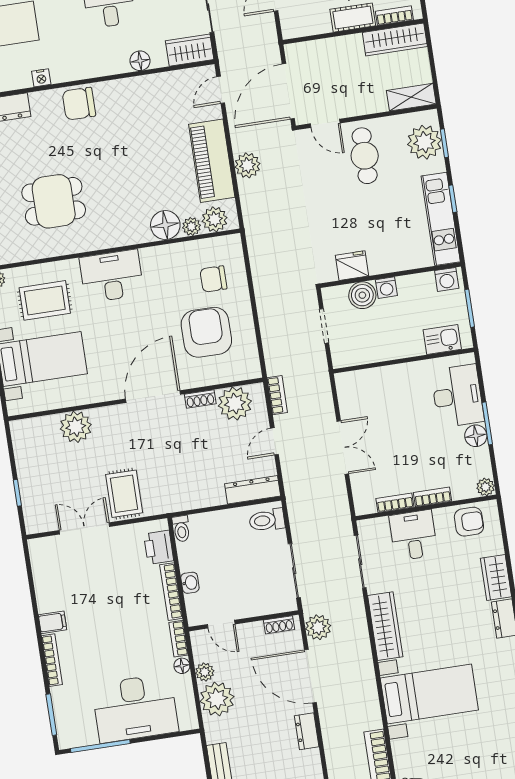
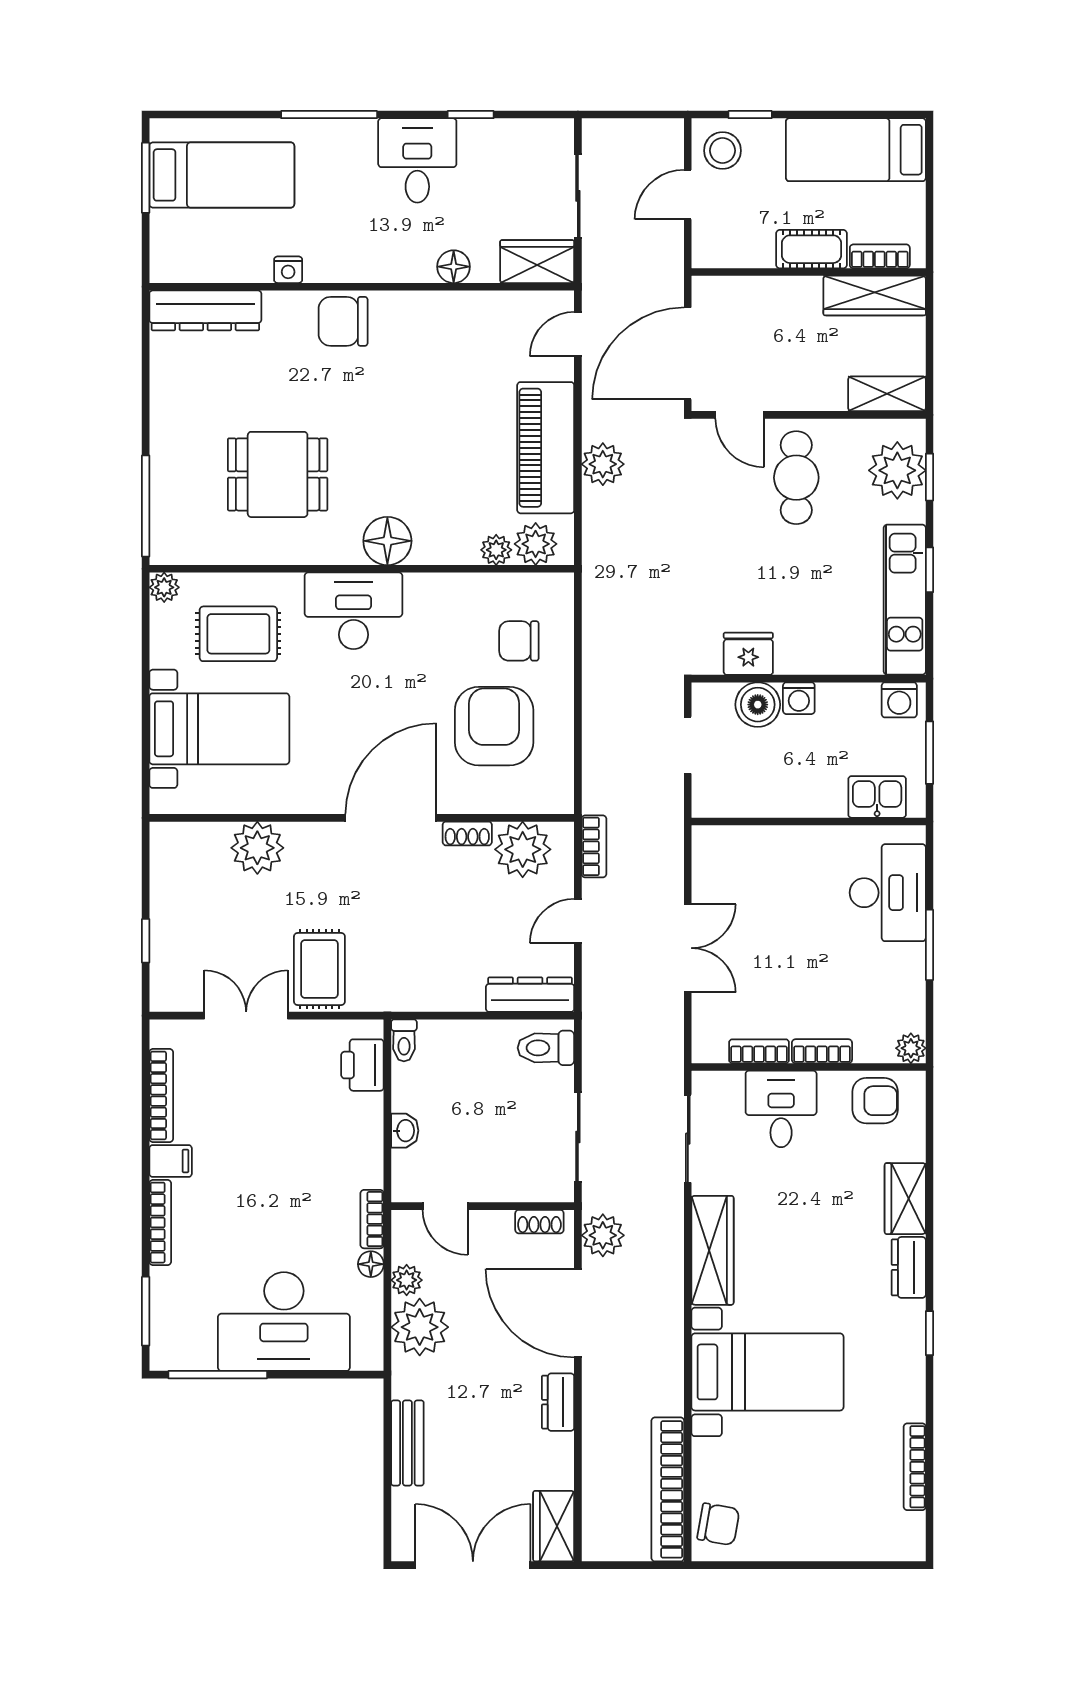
floor lamp: (165, 225) -> (387, 541), moved
floor lamp: (476, 436) -> (908, 962), removed
bookcase: (171, 592) -> (161, 1095), moved, turned 180

